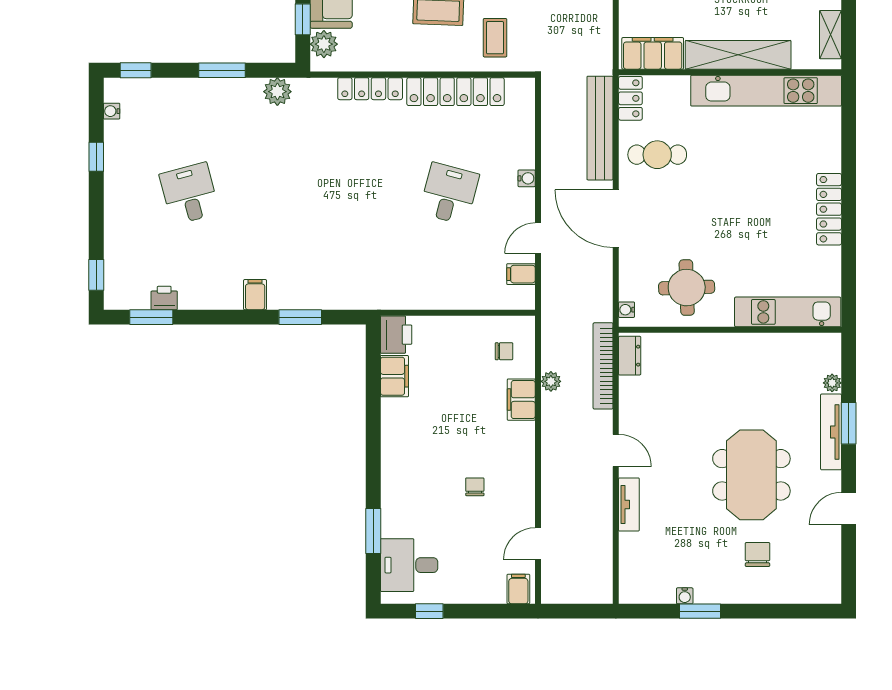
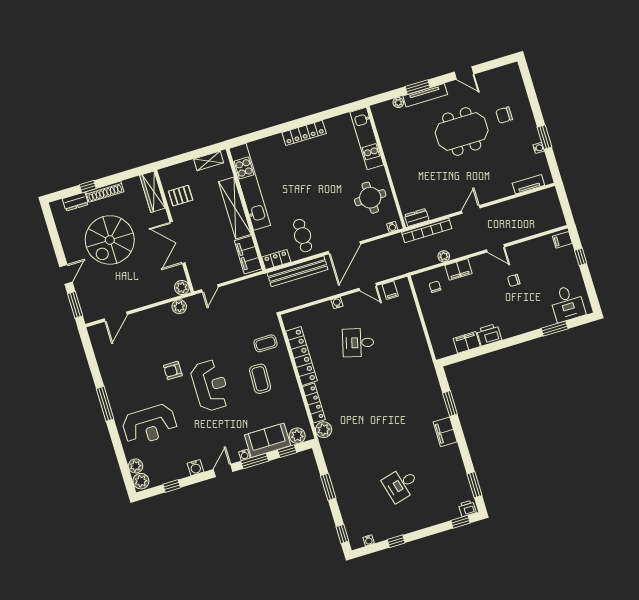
plant: (277, 92) -> (324, 430), moved
filing cabinet: (255, 295) -> (445, 432), width x2.00
printer: (164, 298) -> (467, 508), moved, turned 90
printer: (396, 335) -> (489, 335), moved
tv unit: (629, 504) -> (528, 184), moved
door: (538, 544) -> (496, 248), moved
window: (429, 611) -> (581, 257), moved

